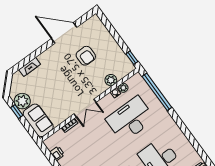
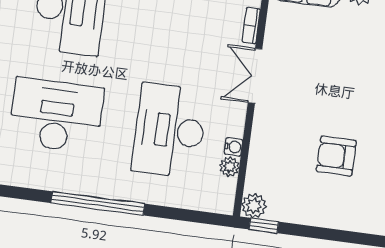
plant: (111, 80) -> (254, 206), moved
window: (157, 92) -> (98, 203), moved
desk: (130, 119) -> (170, 131), turned 180

